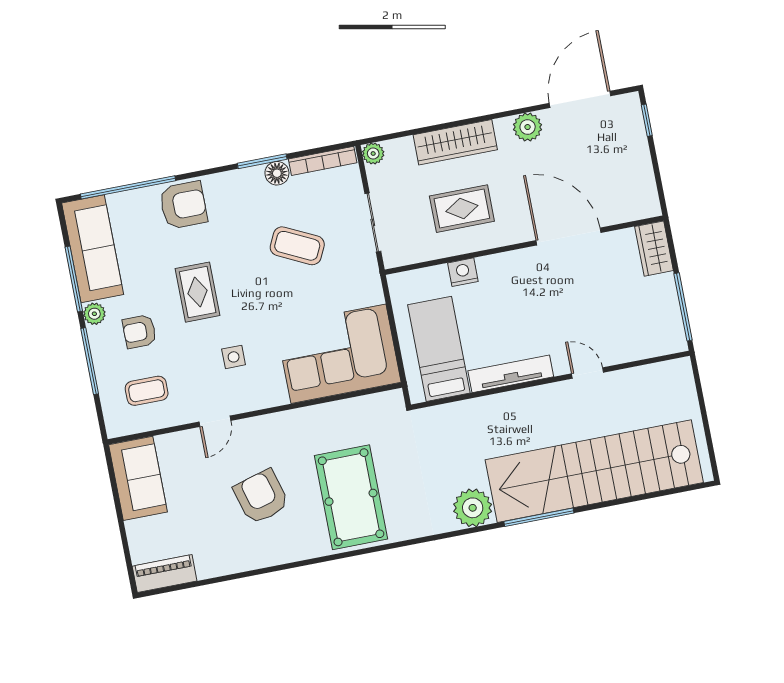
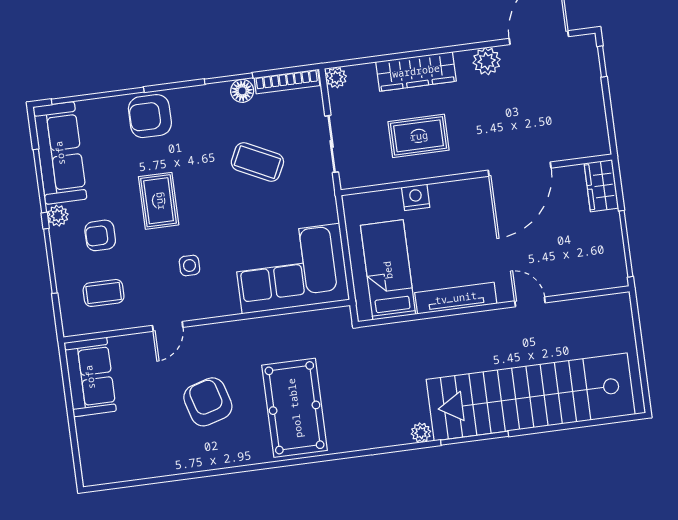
armchair: (183, 205) -> (150, 116), turned 180
door: (568, 237) -> (520, 169), swing flipped
plant: (473, 508) -> (421, 433), width x0.53, depth x0.53
piano: (165, 574) -> (110, 470), removed

